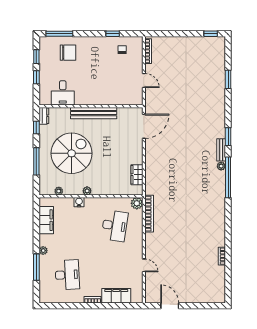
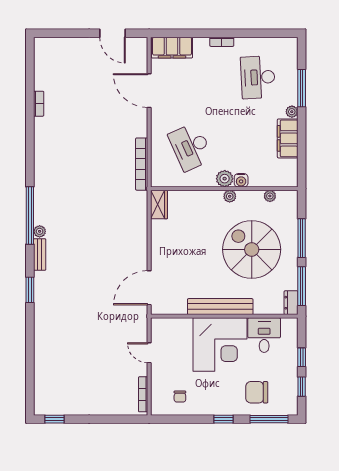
window: (113, 34) -> (224, 419), moved
window: (228, 79) -> (30, 354), removed
corner desk: (94, 86) -> (220, 345), added
window: (36, 128) -> (302, 286), width x2.17
window: (228, 137) -> (30, 290), moved
spiral stairs: (72, 153) -> (252, 249), turned 90
wardrobe: (137, 175) -> (159, 205), moved
plant: (137, 203) -> (225, 179), moved
filing cabinet: (46, 220) -> (288, 138), moved
desk: (115, 226) -> (191, 147), turned -33
door: (144, 265) -> (149, 91), width x1.87
filing cabinet: (116, 296) -> (172, 48), moved

